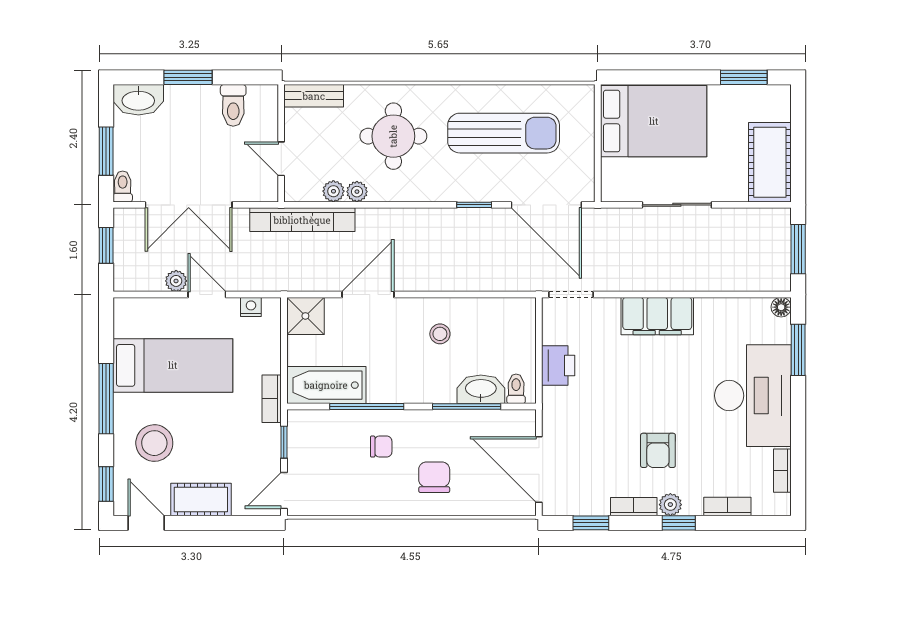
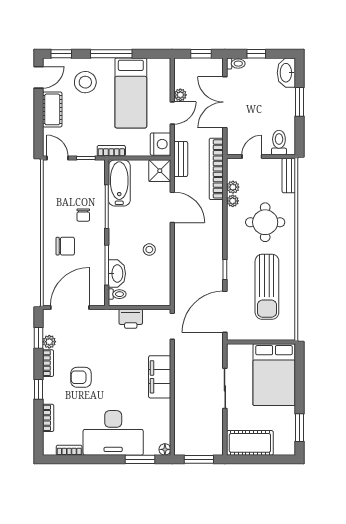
toilet: (233, 105) -> (279, 143), moved, turned 90
window: (106, 151) -> (256, 54), width x0.67
bench: (286, 280) -> (181, 159), added
nightstand: (251, 307) -> (161, 144), width x1.89, depth x1.79
plant: (670, 505) -> (49, 342), moved

